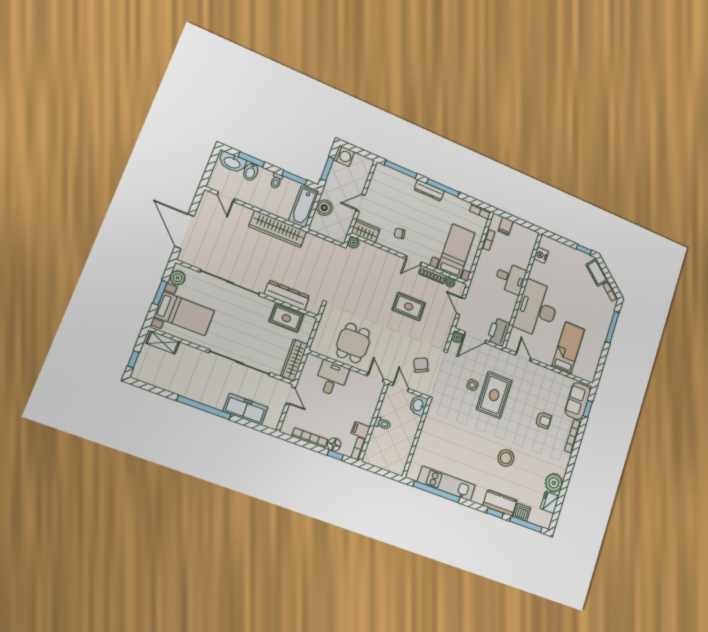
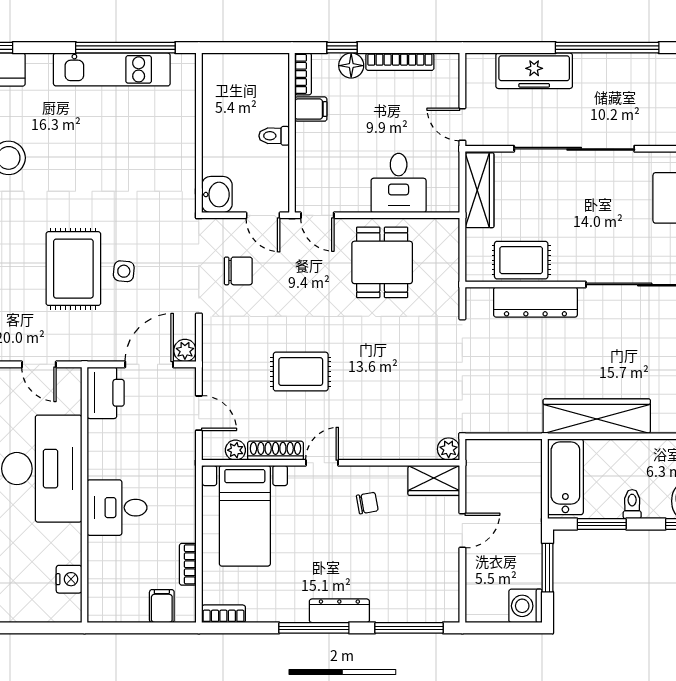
boiler: (324, 208) -> (527, 492), removed
chair: (421, 365) -> (238, 271), turned -65

